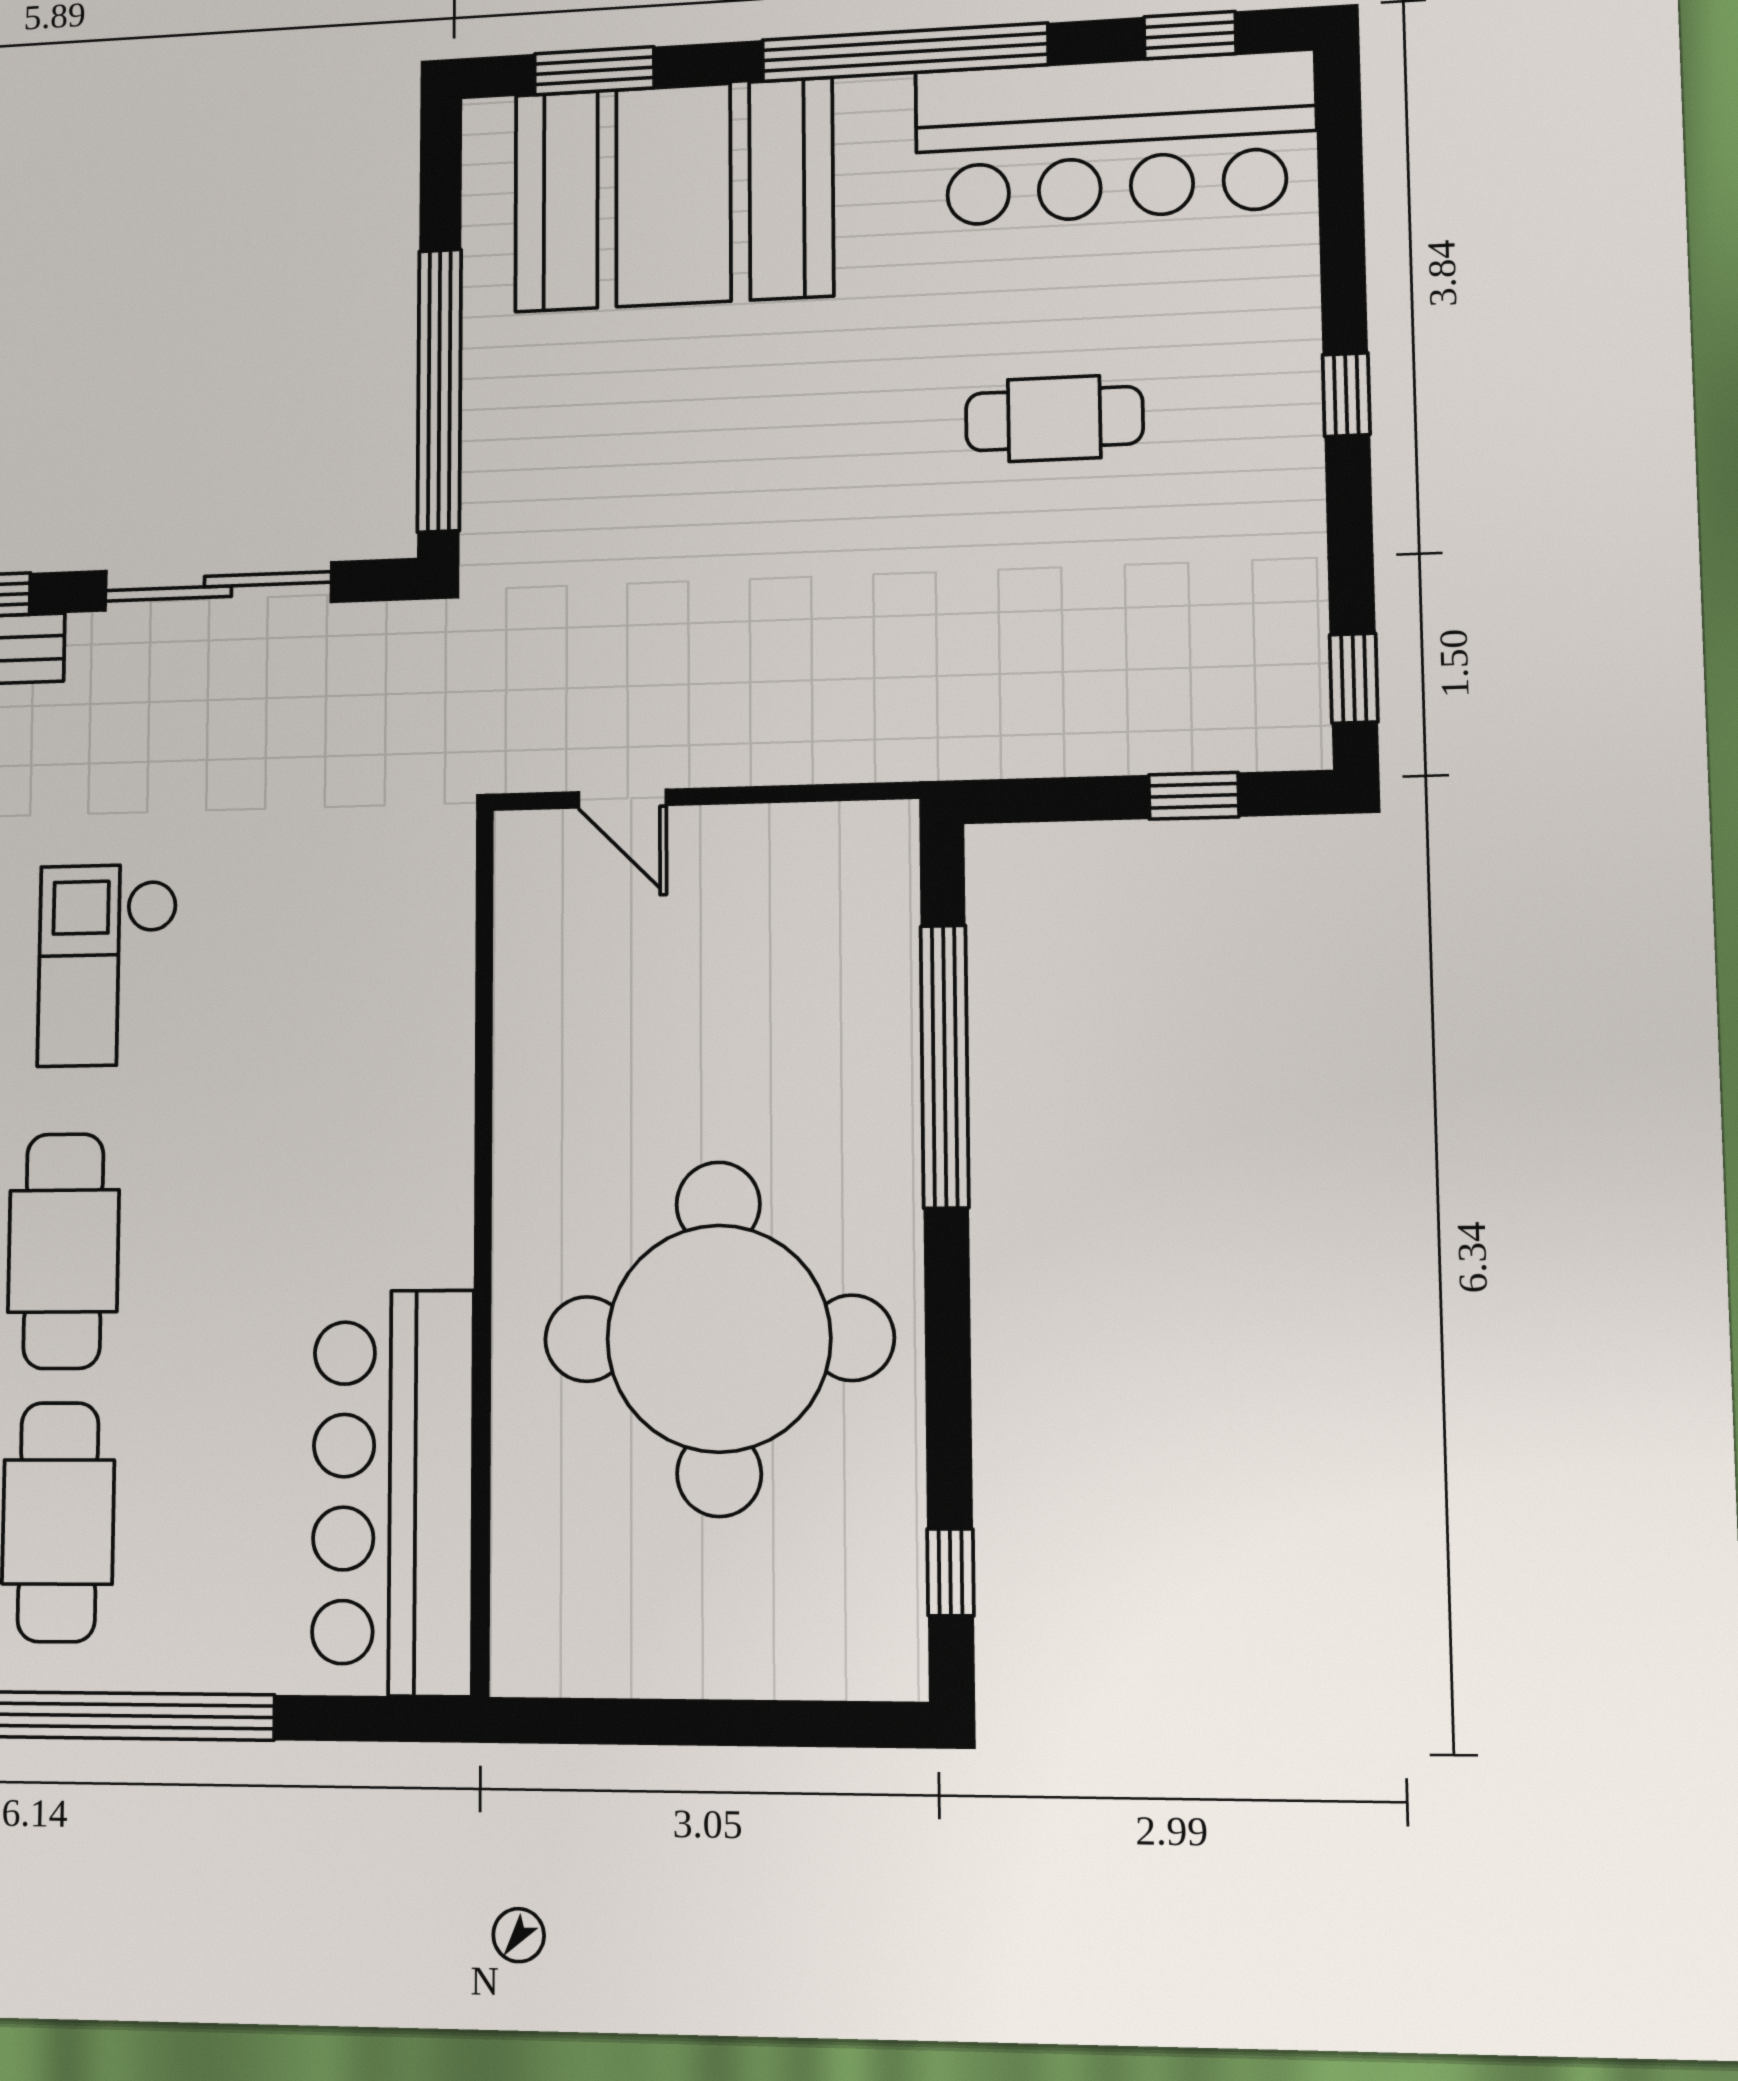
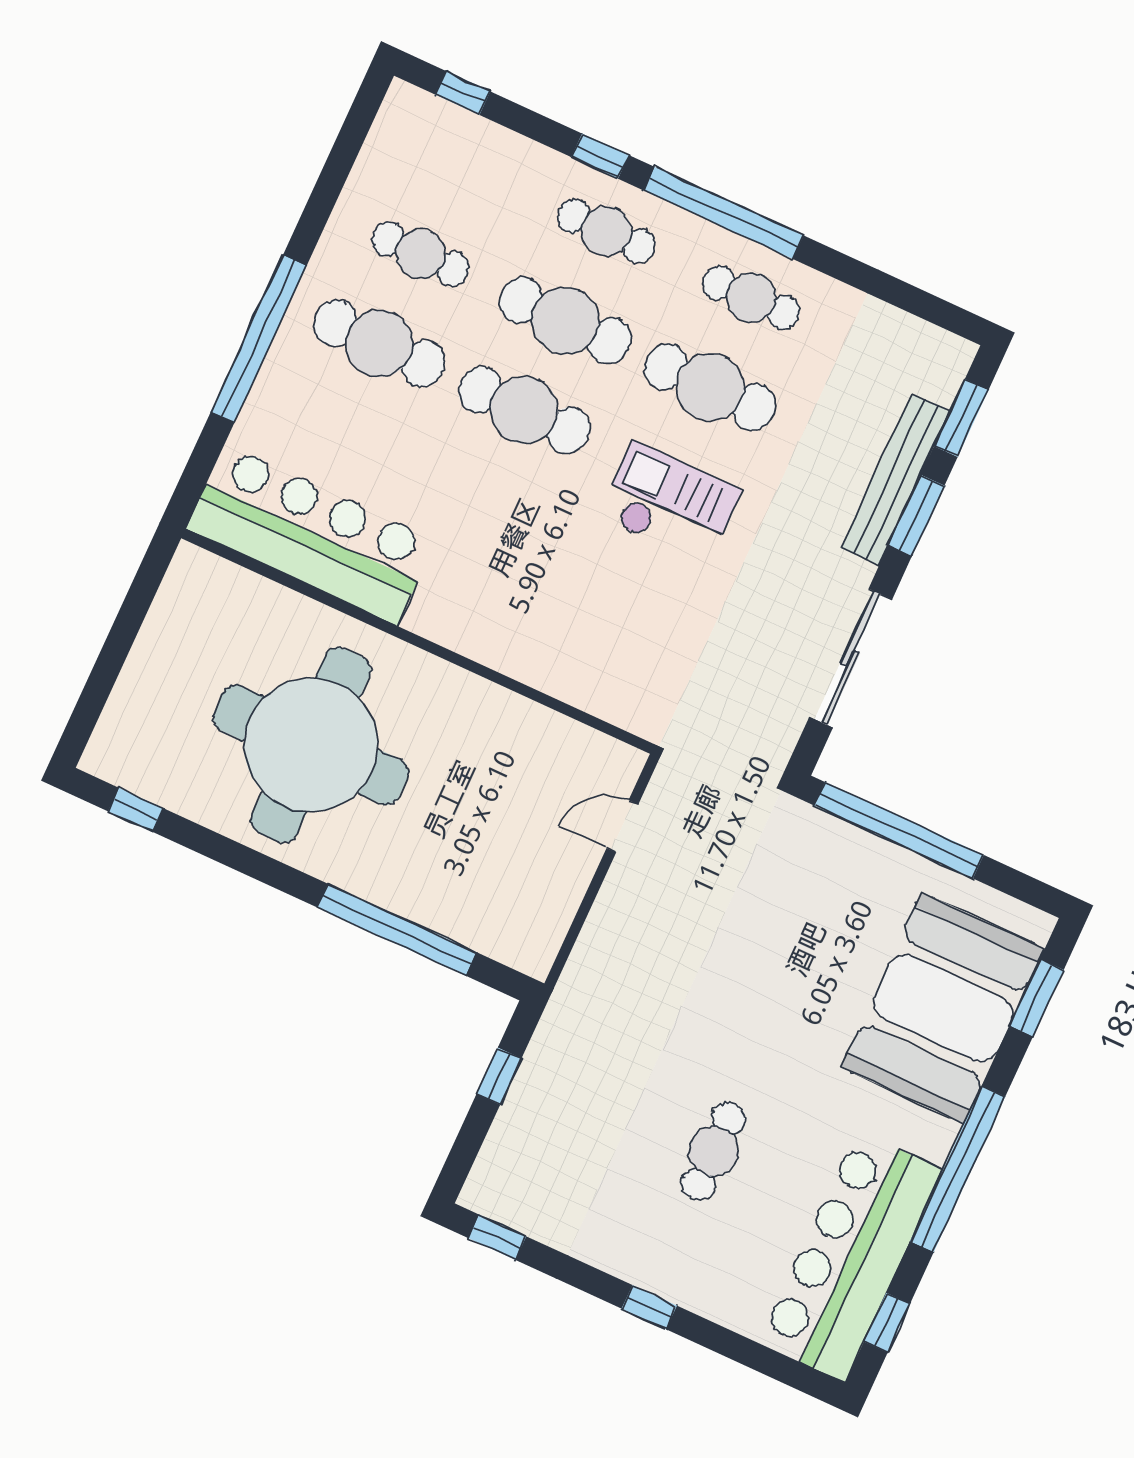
window: (1194, 796) -> (499, 1076), moved

